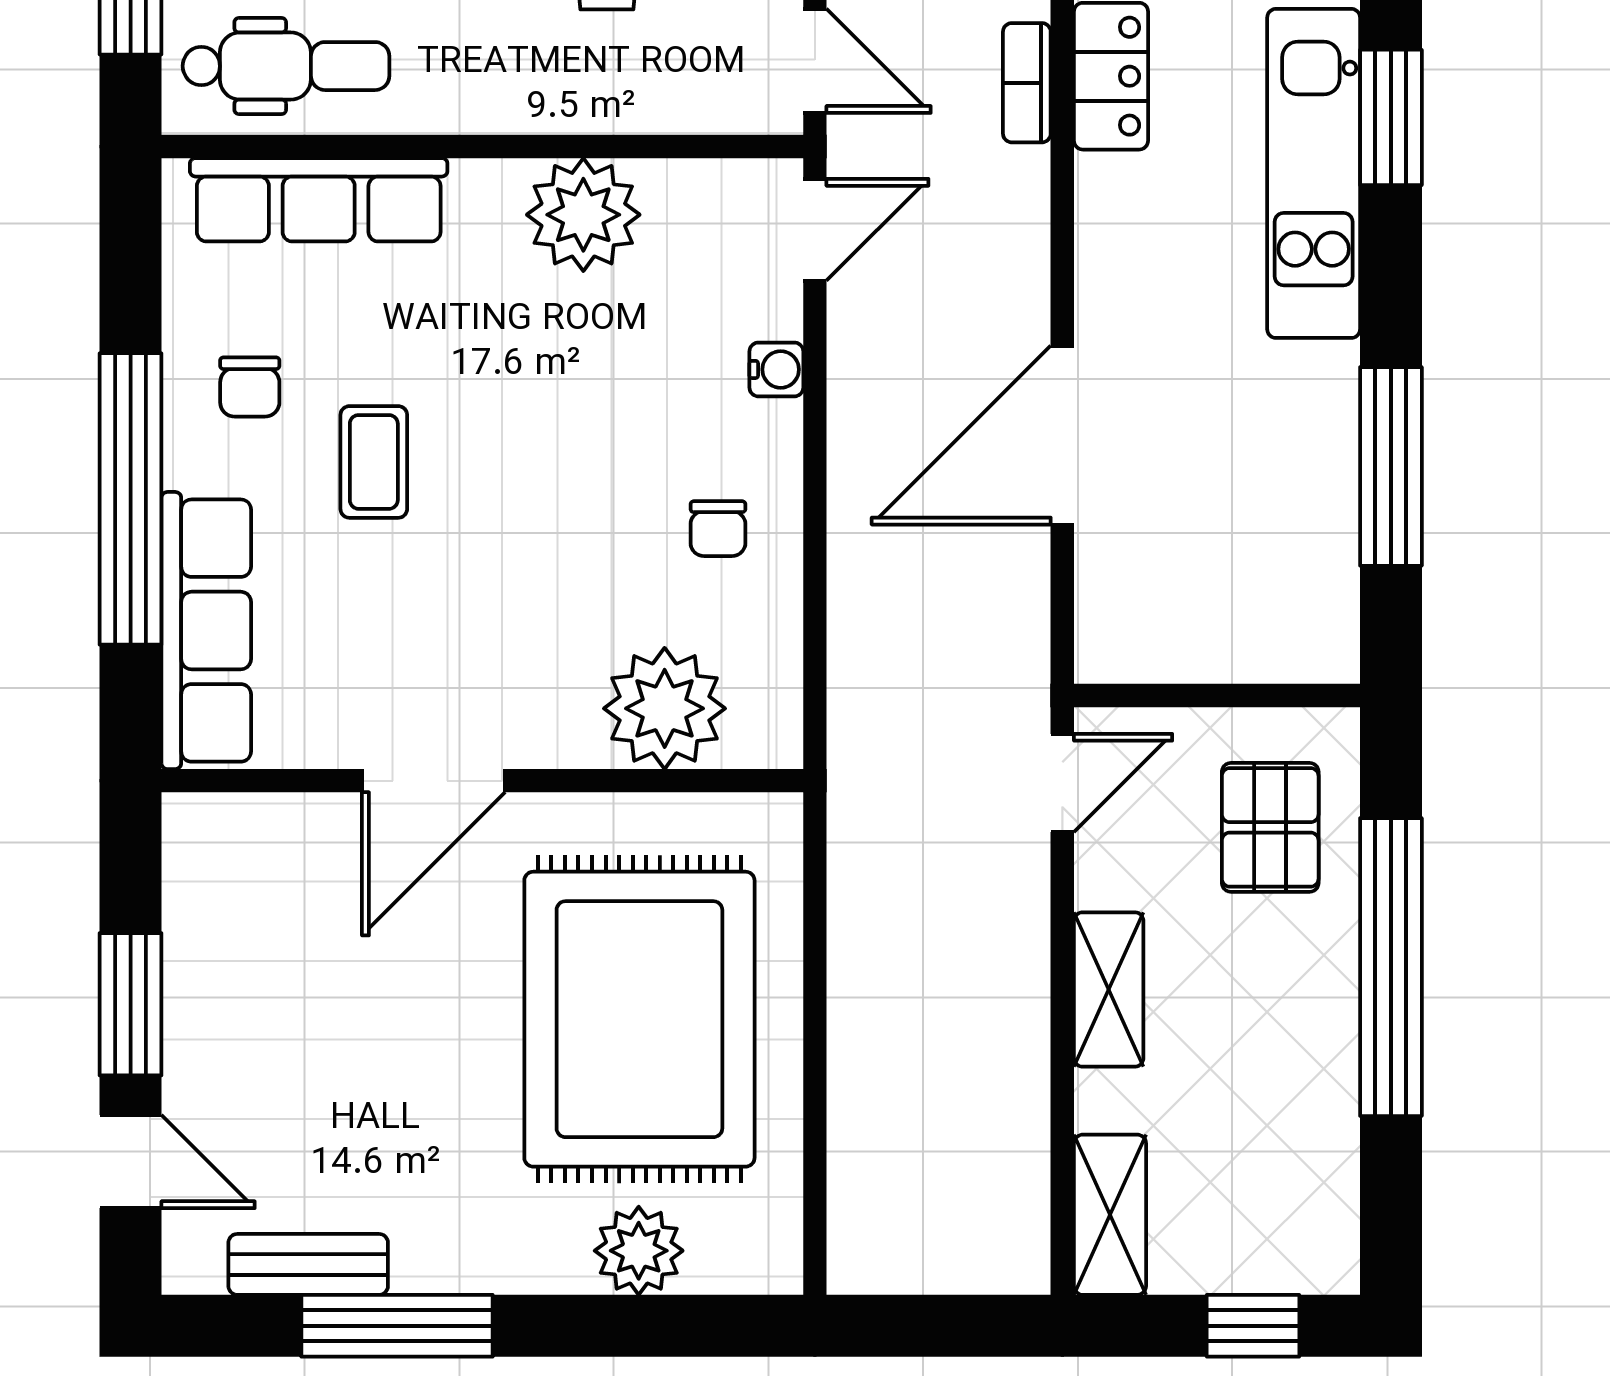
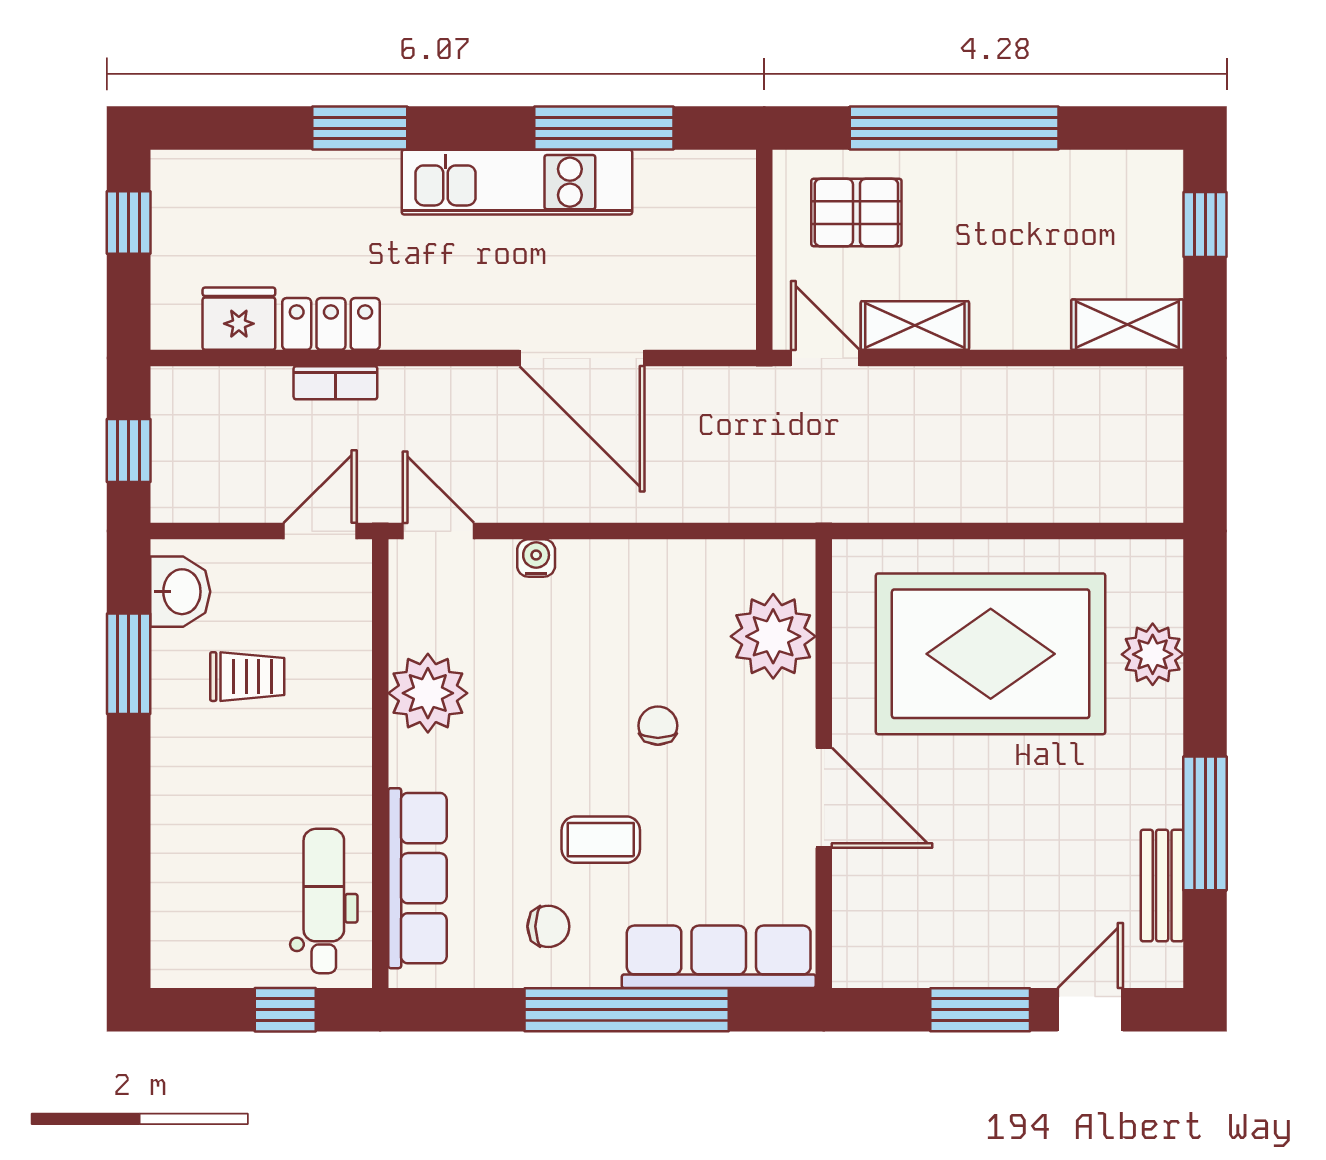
kitchen unit: (1314, 173) -> (517, 182), moved
chair: (718, 529) -> (658, 726), moved, turned -90
shelving: (1109, 989) -> (915, 326), moved

